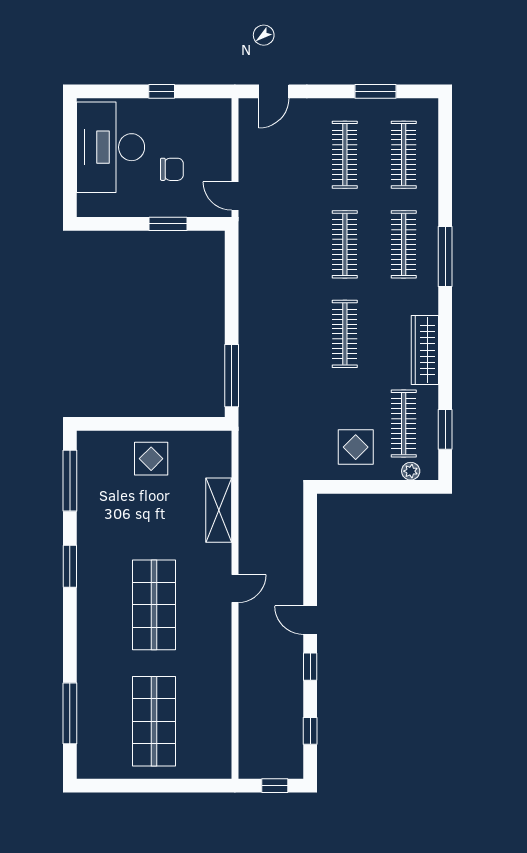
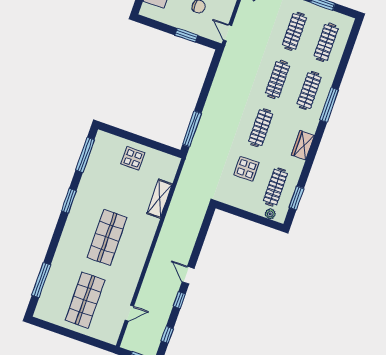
wardrobe: (425, 350) -> (303, 145), width x0.67
display table: (356, 447) -> (246, 169), moved
door: (235, 588) -> (129, 313), moved

